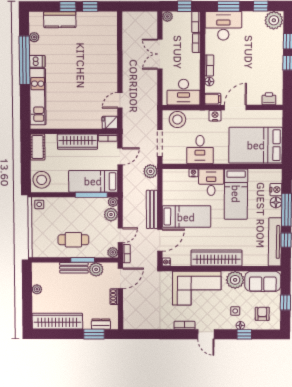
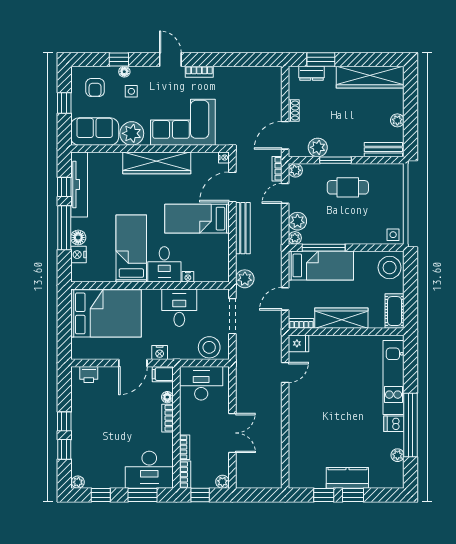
kitchen counter: (60, 20) -> (347, 478), moved
plant: (274, 20) -> (78, 482), width x0.53, depth x0.53
bench: (74, 268) -> (383, 150), moved

